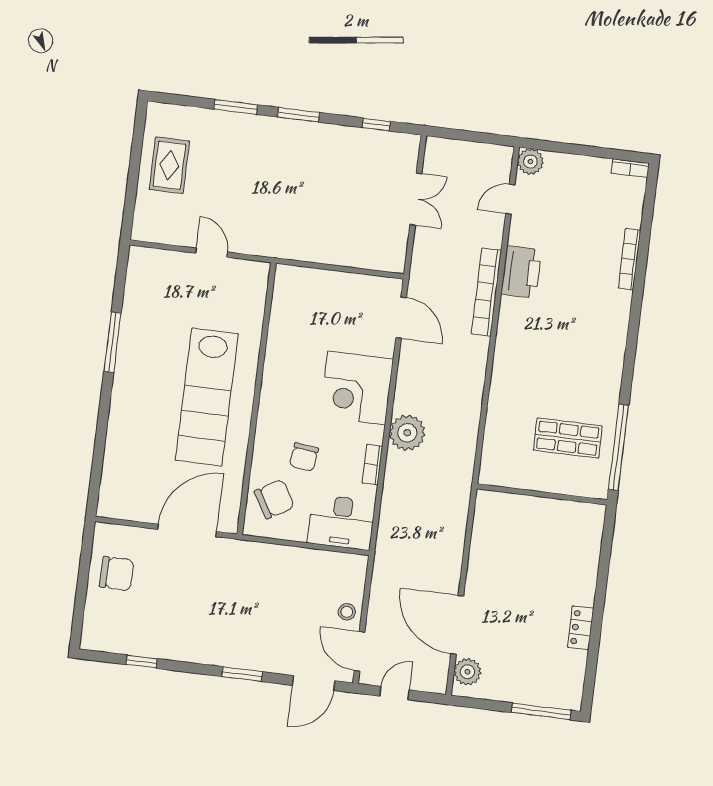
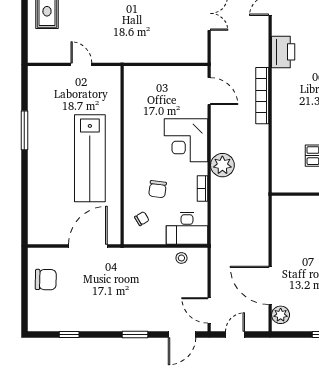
bookcase: (486, 292) -> (262, 96), moved
chair: (274, 499) -> (142, 219), width x0.54, depth x0.54
stool: (347, 612) -> (181, 258), moved

